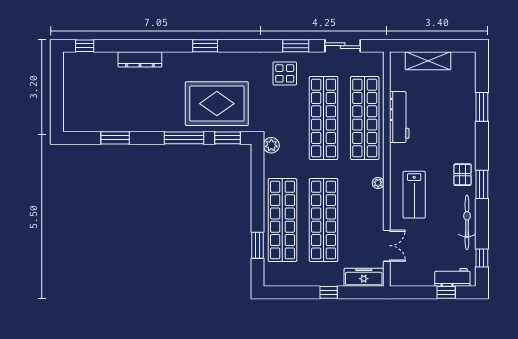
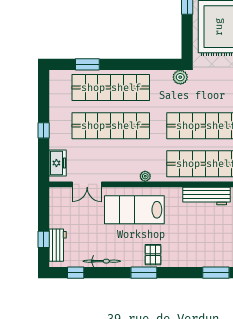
window: (228, 138) -> (187, 37), removed
pallet: (463, 175) -> (153, 255), turned 90
lab bench: (414, 195) -> (134, 210), width x1.36, depth x1.39
bicycle: (467, 222) -> (102, 261), width x0.73, depth x0.71
freezer: (364, 277) -> (58, 163), width x0.71

